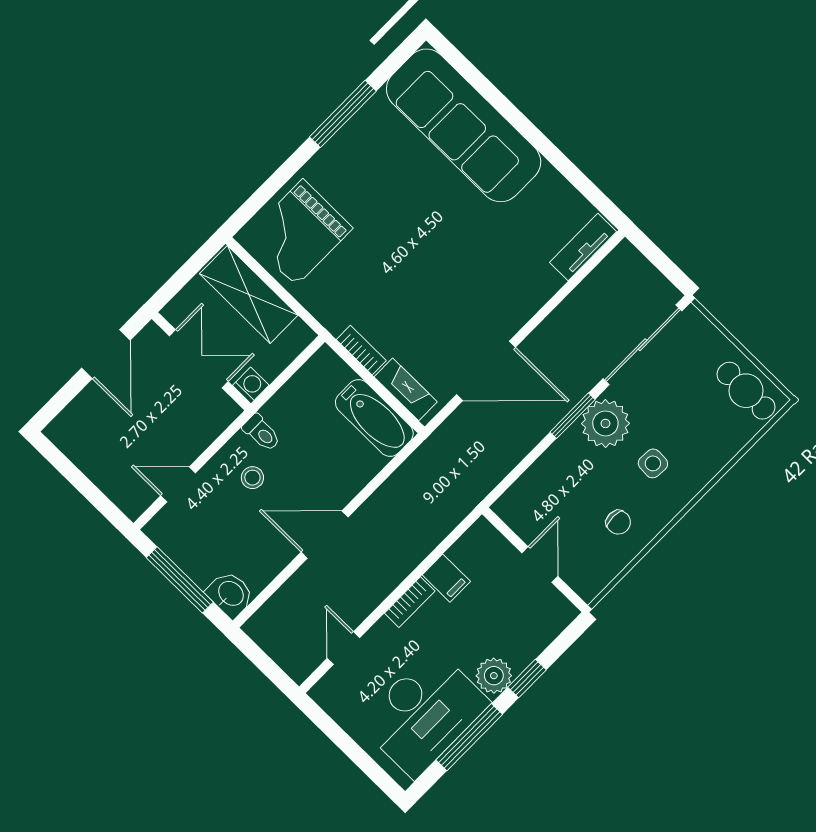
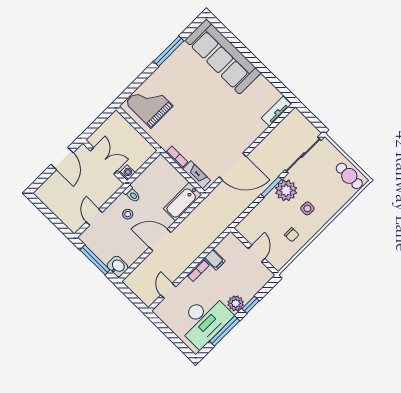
grand piano: (299, 232) -> (149, 104), turned 90
shelving: (249, 294) -> (126, 132), removed
bathtub: (374, 418) -> (183, 202), moved, turned 90
door: (178, 484) -> (94, 217), hinge flipped

